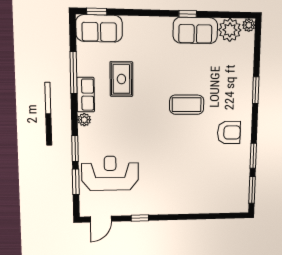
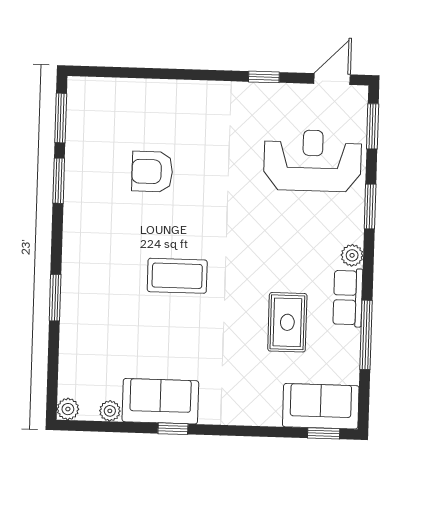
plant: (230, 30) -> (110, 411), width x0.53, depth x0.53
armchair: (229, 133) -> (152, 172), moved
reception desk: (110, 173) -> (313, 161), turned 180
window: (76, 182) -> (373, 126), moved

